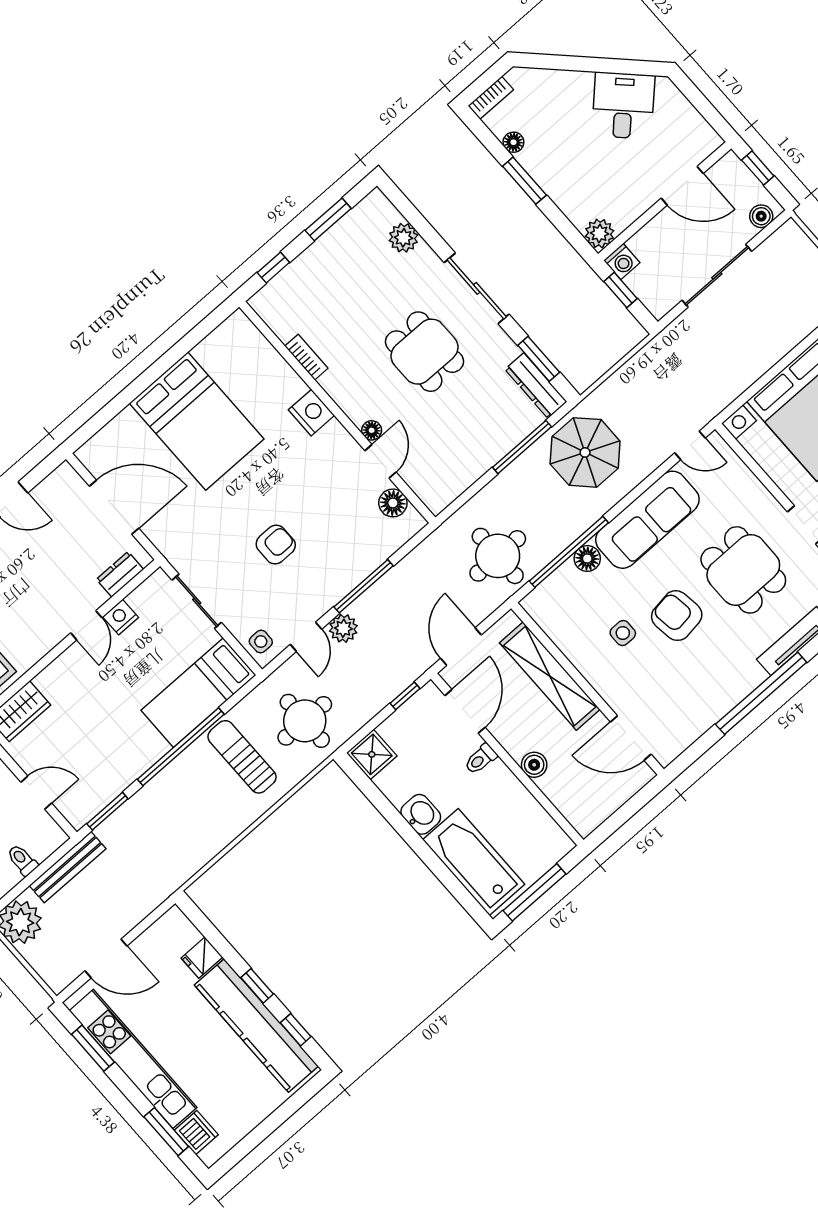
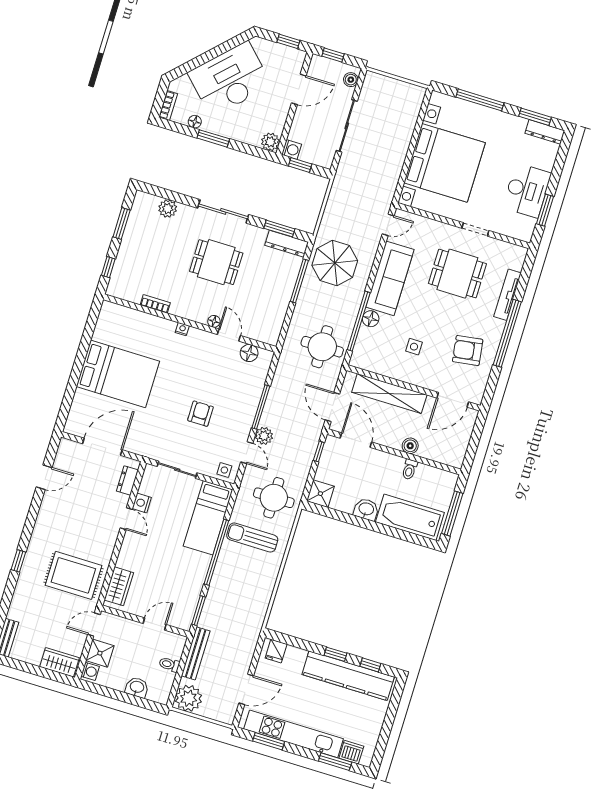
desk: (623, 106) -> (230, 79), width x1.87, depth x1.30
window: (708, 112) -> (288, 41), added
nightstand: (311, 413) -> (182, 329), width x0.53, depth x0.56
armchair: (677, 616) -> (468, 350), moved
toilet: (481, 759) -> (410, 469), moved
fridge: (202, 958) -> (276, 651), moved

